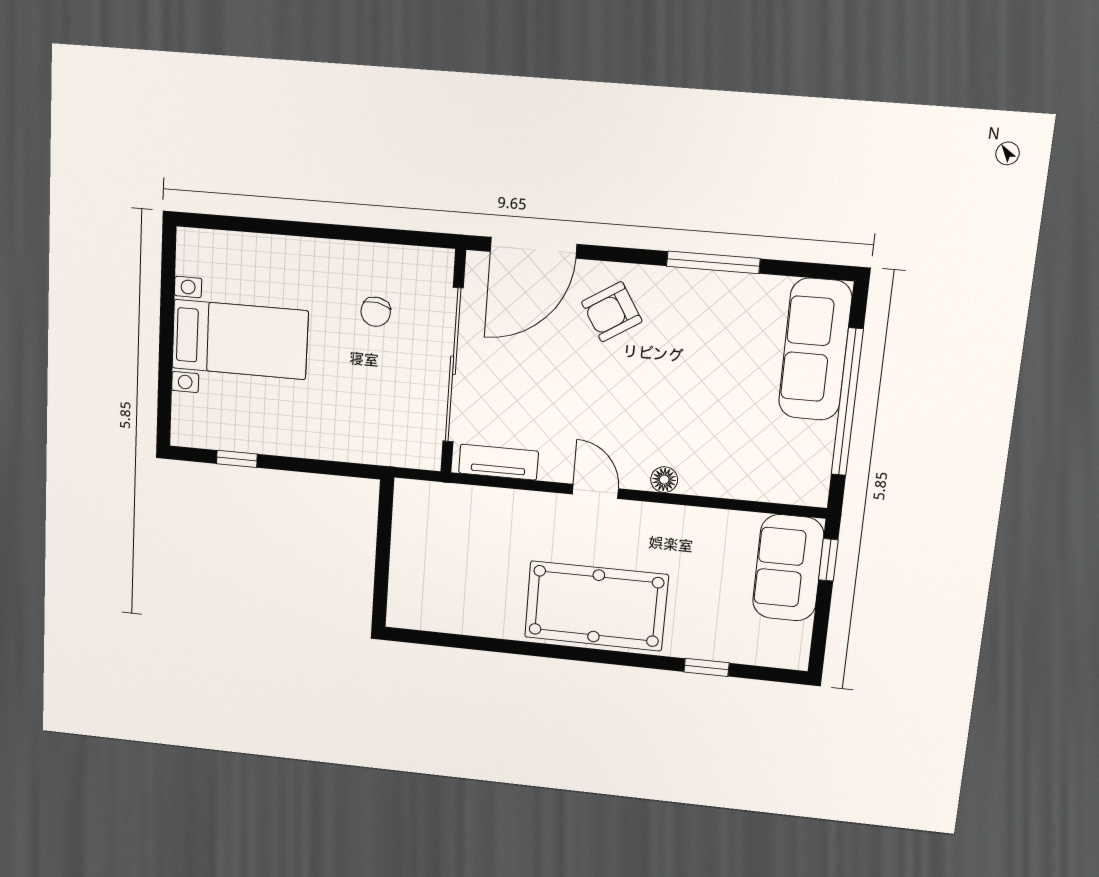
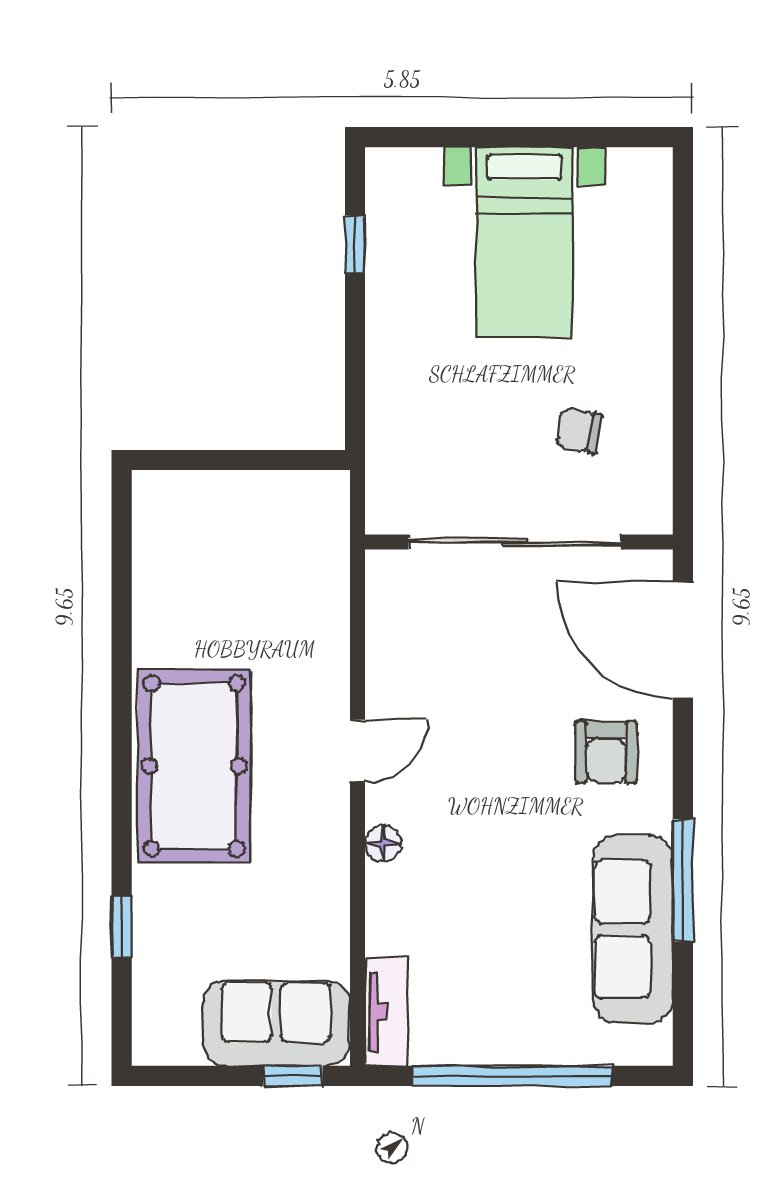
armchair: (612, 312) -> (606, 752), turned -148
sofa: (815, 349) -> (633, 929), moved, turned -90
tv unit: (498, 462) -> (386, 1012), moved

